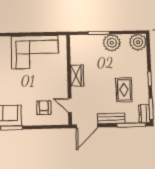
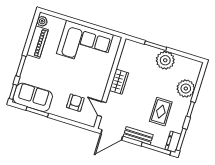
plant: (138, 42) -> (186, 88), moved

